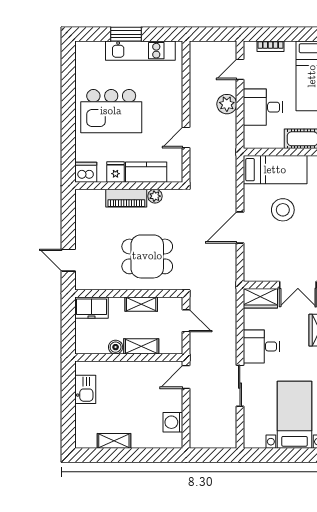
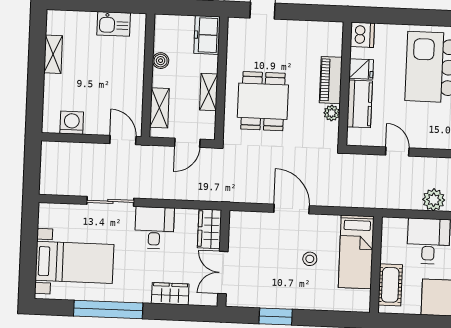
stool: (283, 210) -> (310, 259), width x0.53, depth x0.53
shelving: (141, 346) -> (159, 108), moved

